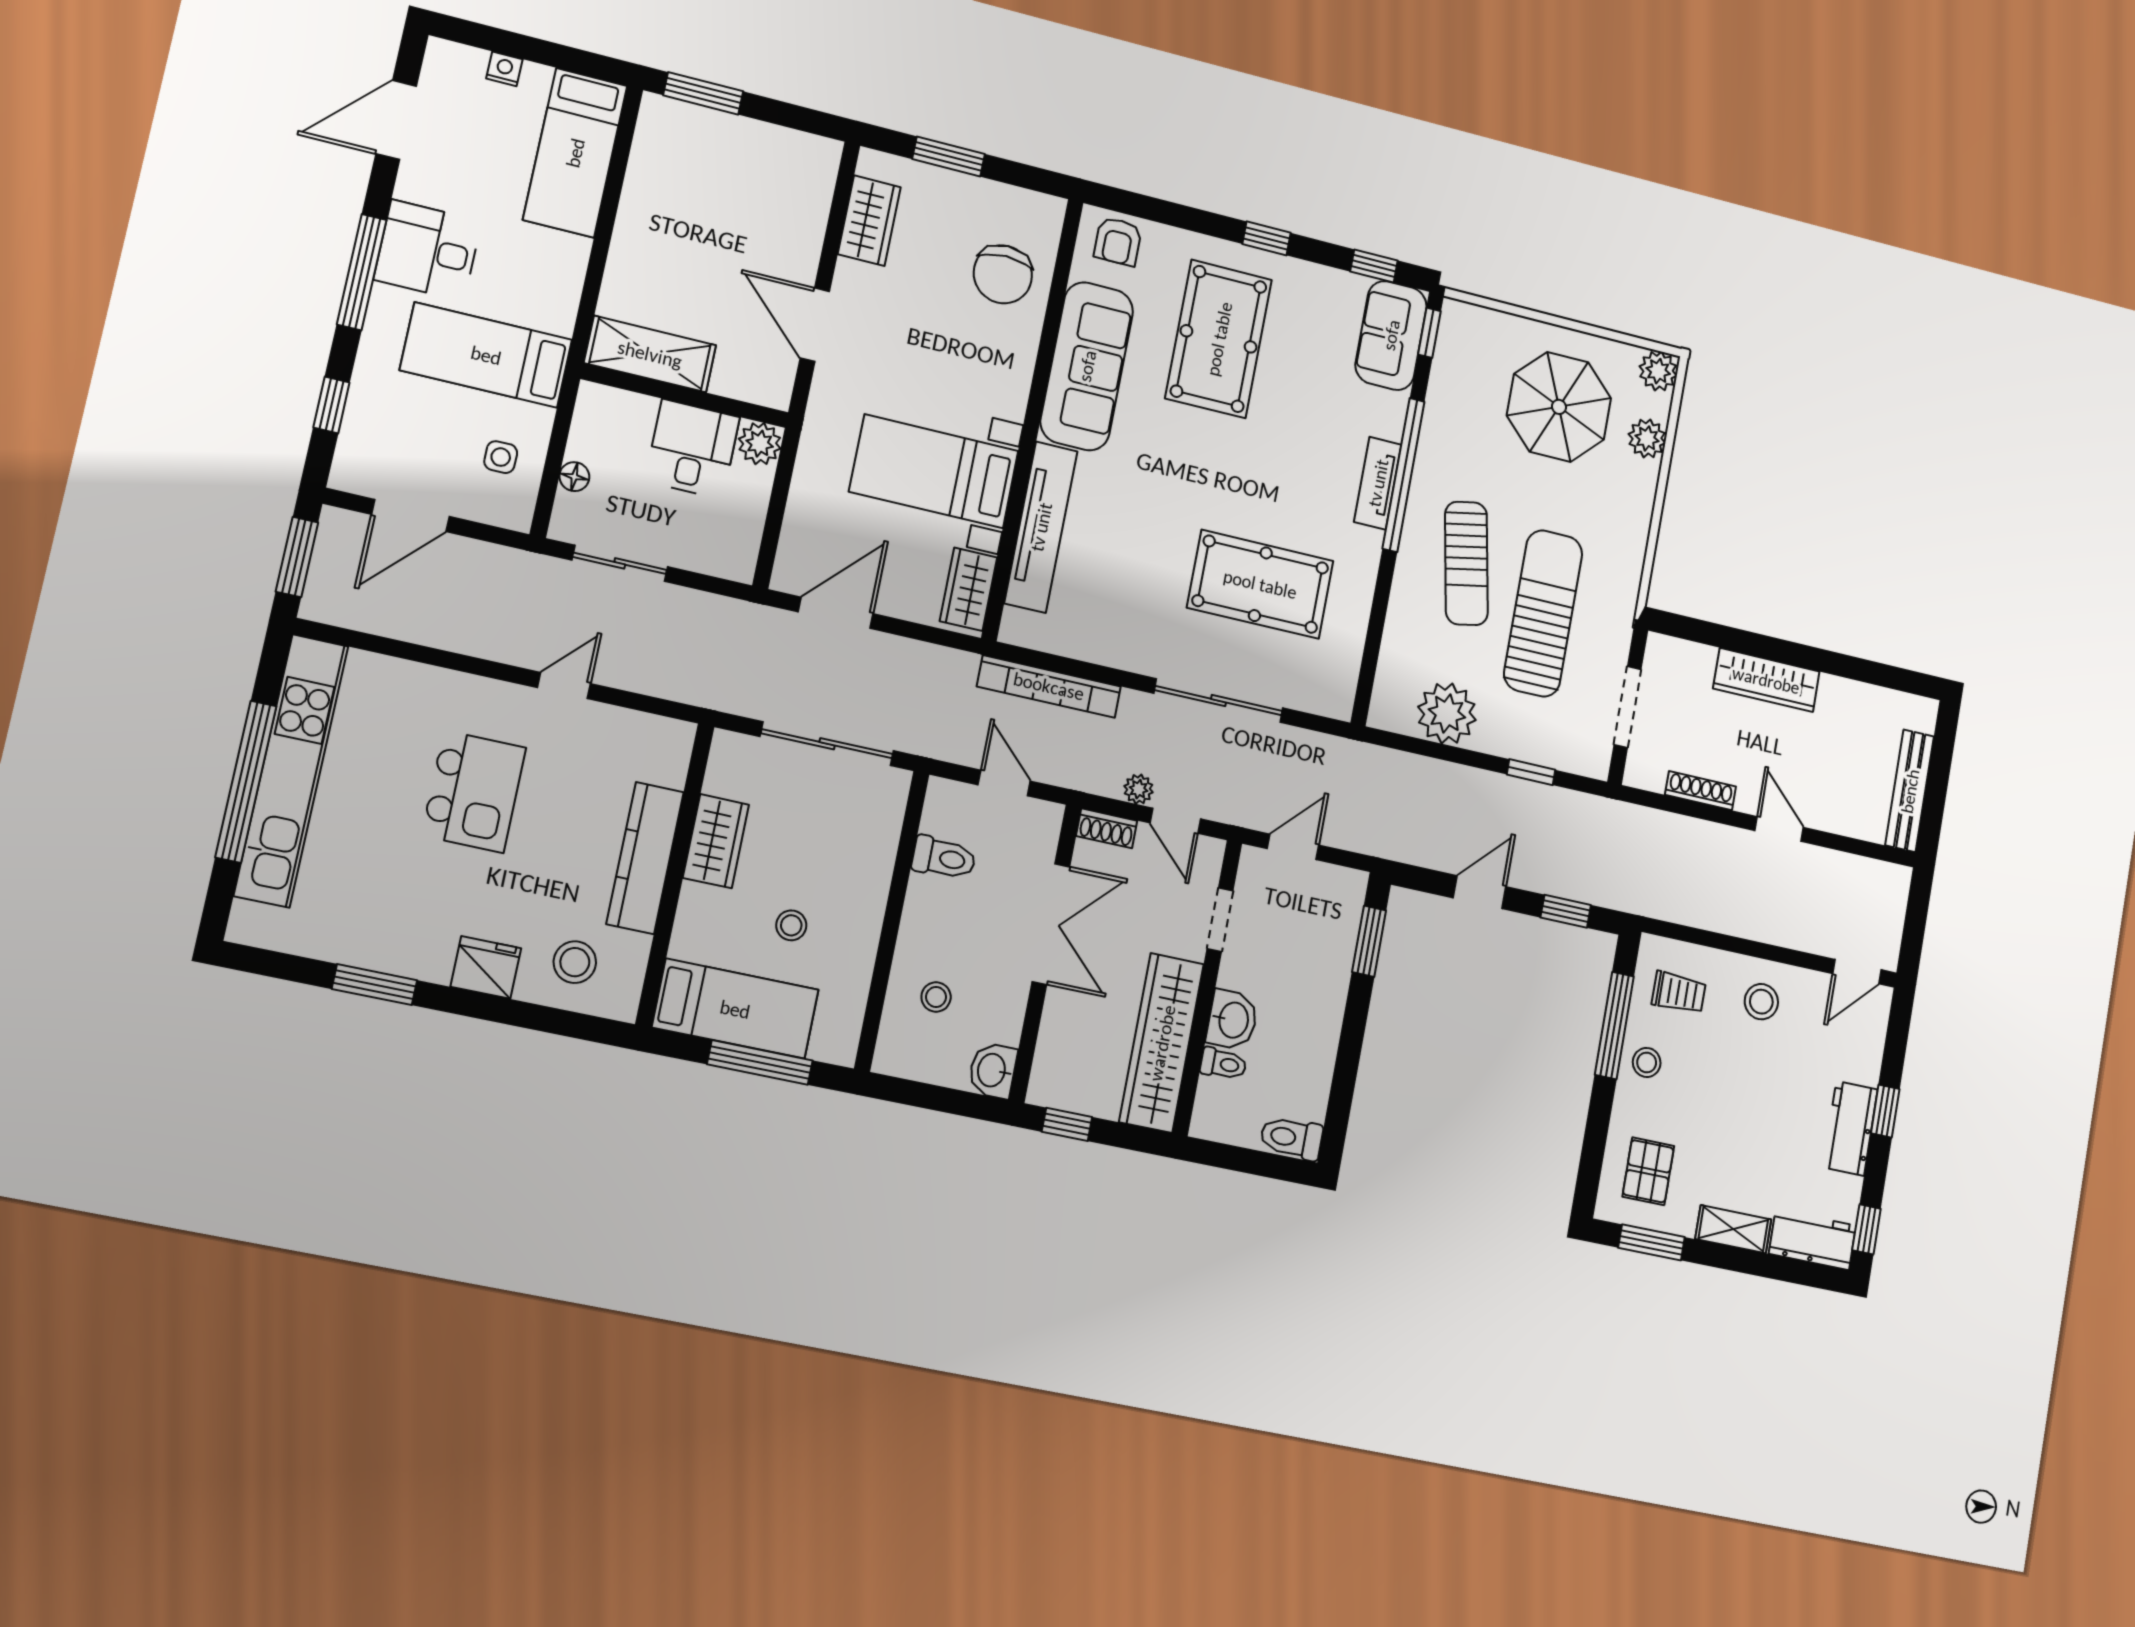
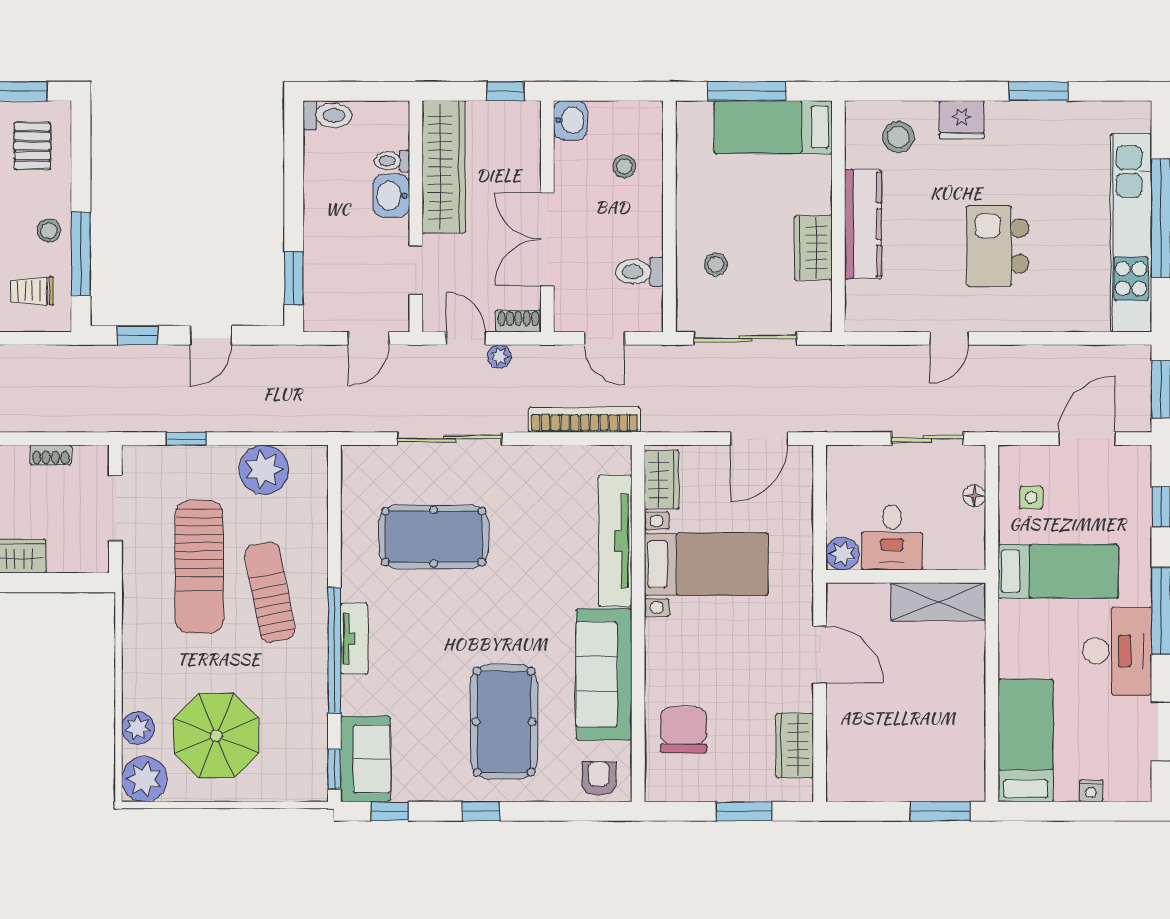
desk: (428, 250) -> (1117, 651), width x1.37
plant: (1658, 371) -> (144, 779), width x1.36, depth x1.36
shoe rack: (1701, 791) -> (51, 455), width x0.70
stool: (791, 925) -> (716, 264), moved

